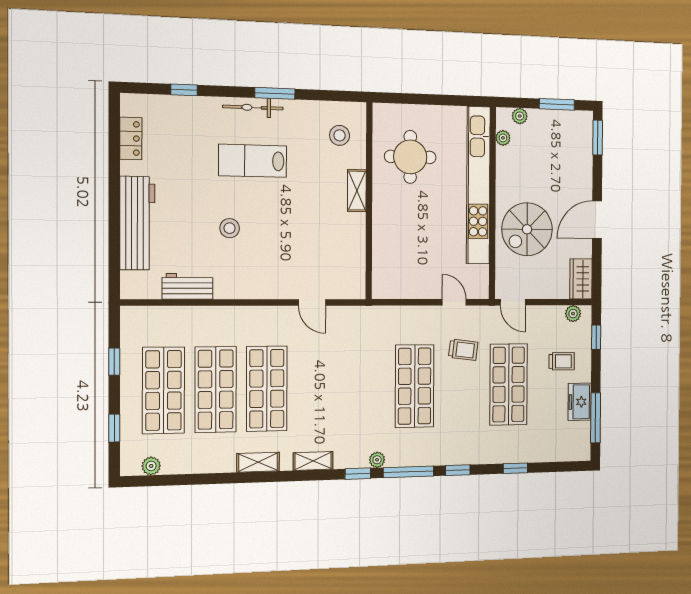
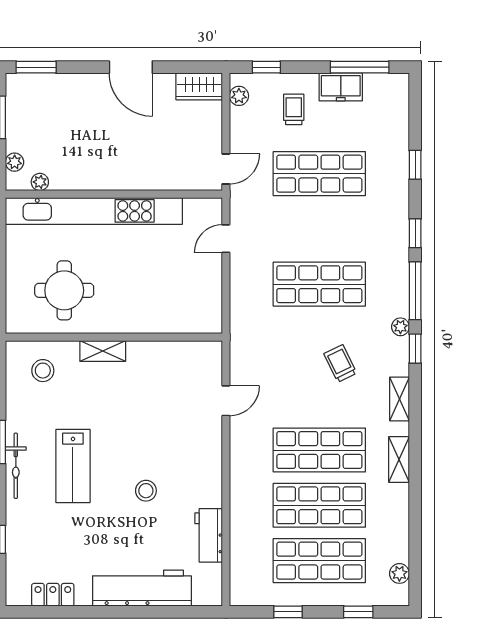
spiral stairs: (527, 229) -> (143, 152), removed
trolley: (463, 350) -> (340, 364), moved, turned -33

